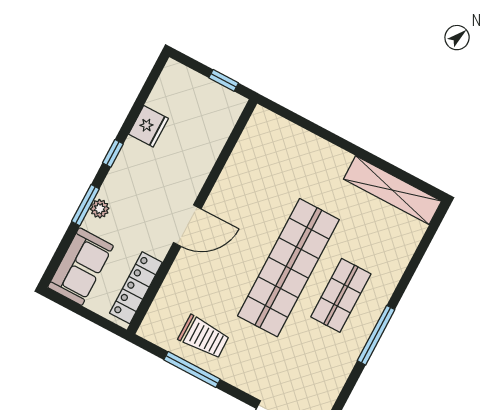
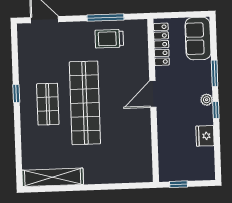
plant: (100, 209) -> (207, 100), moved
window: (376, 335) -> (16, 93), width x0.46

